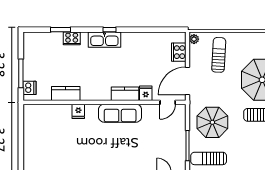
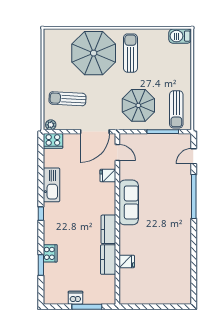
kitchen sink: (104, 40) -> (51, 185), moved
cooker: (179, 52) -> (53, 141), moved
door: (187, 81) -> (95, 132), hinge flipped
dishwasher: (30, 88) -> (76, 298), moved
kitchen counter: (125, 94) -> (108, 229), moved
fridge: (78, 111) -> (127, 261), moved

